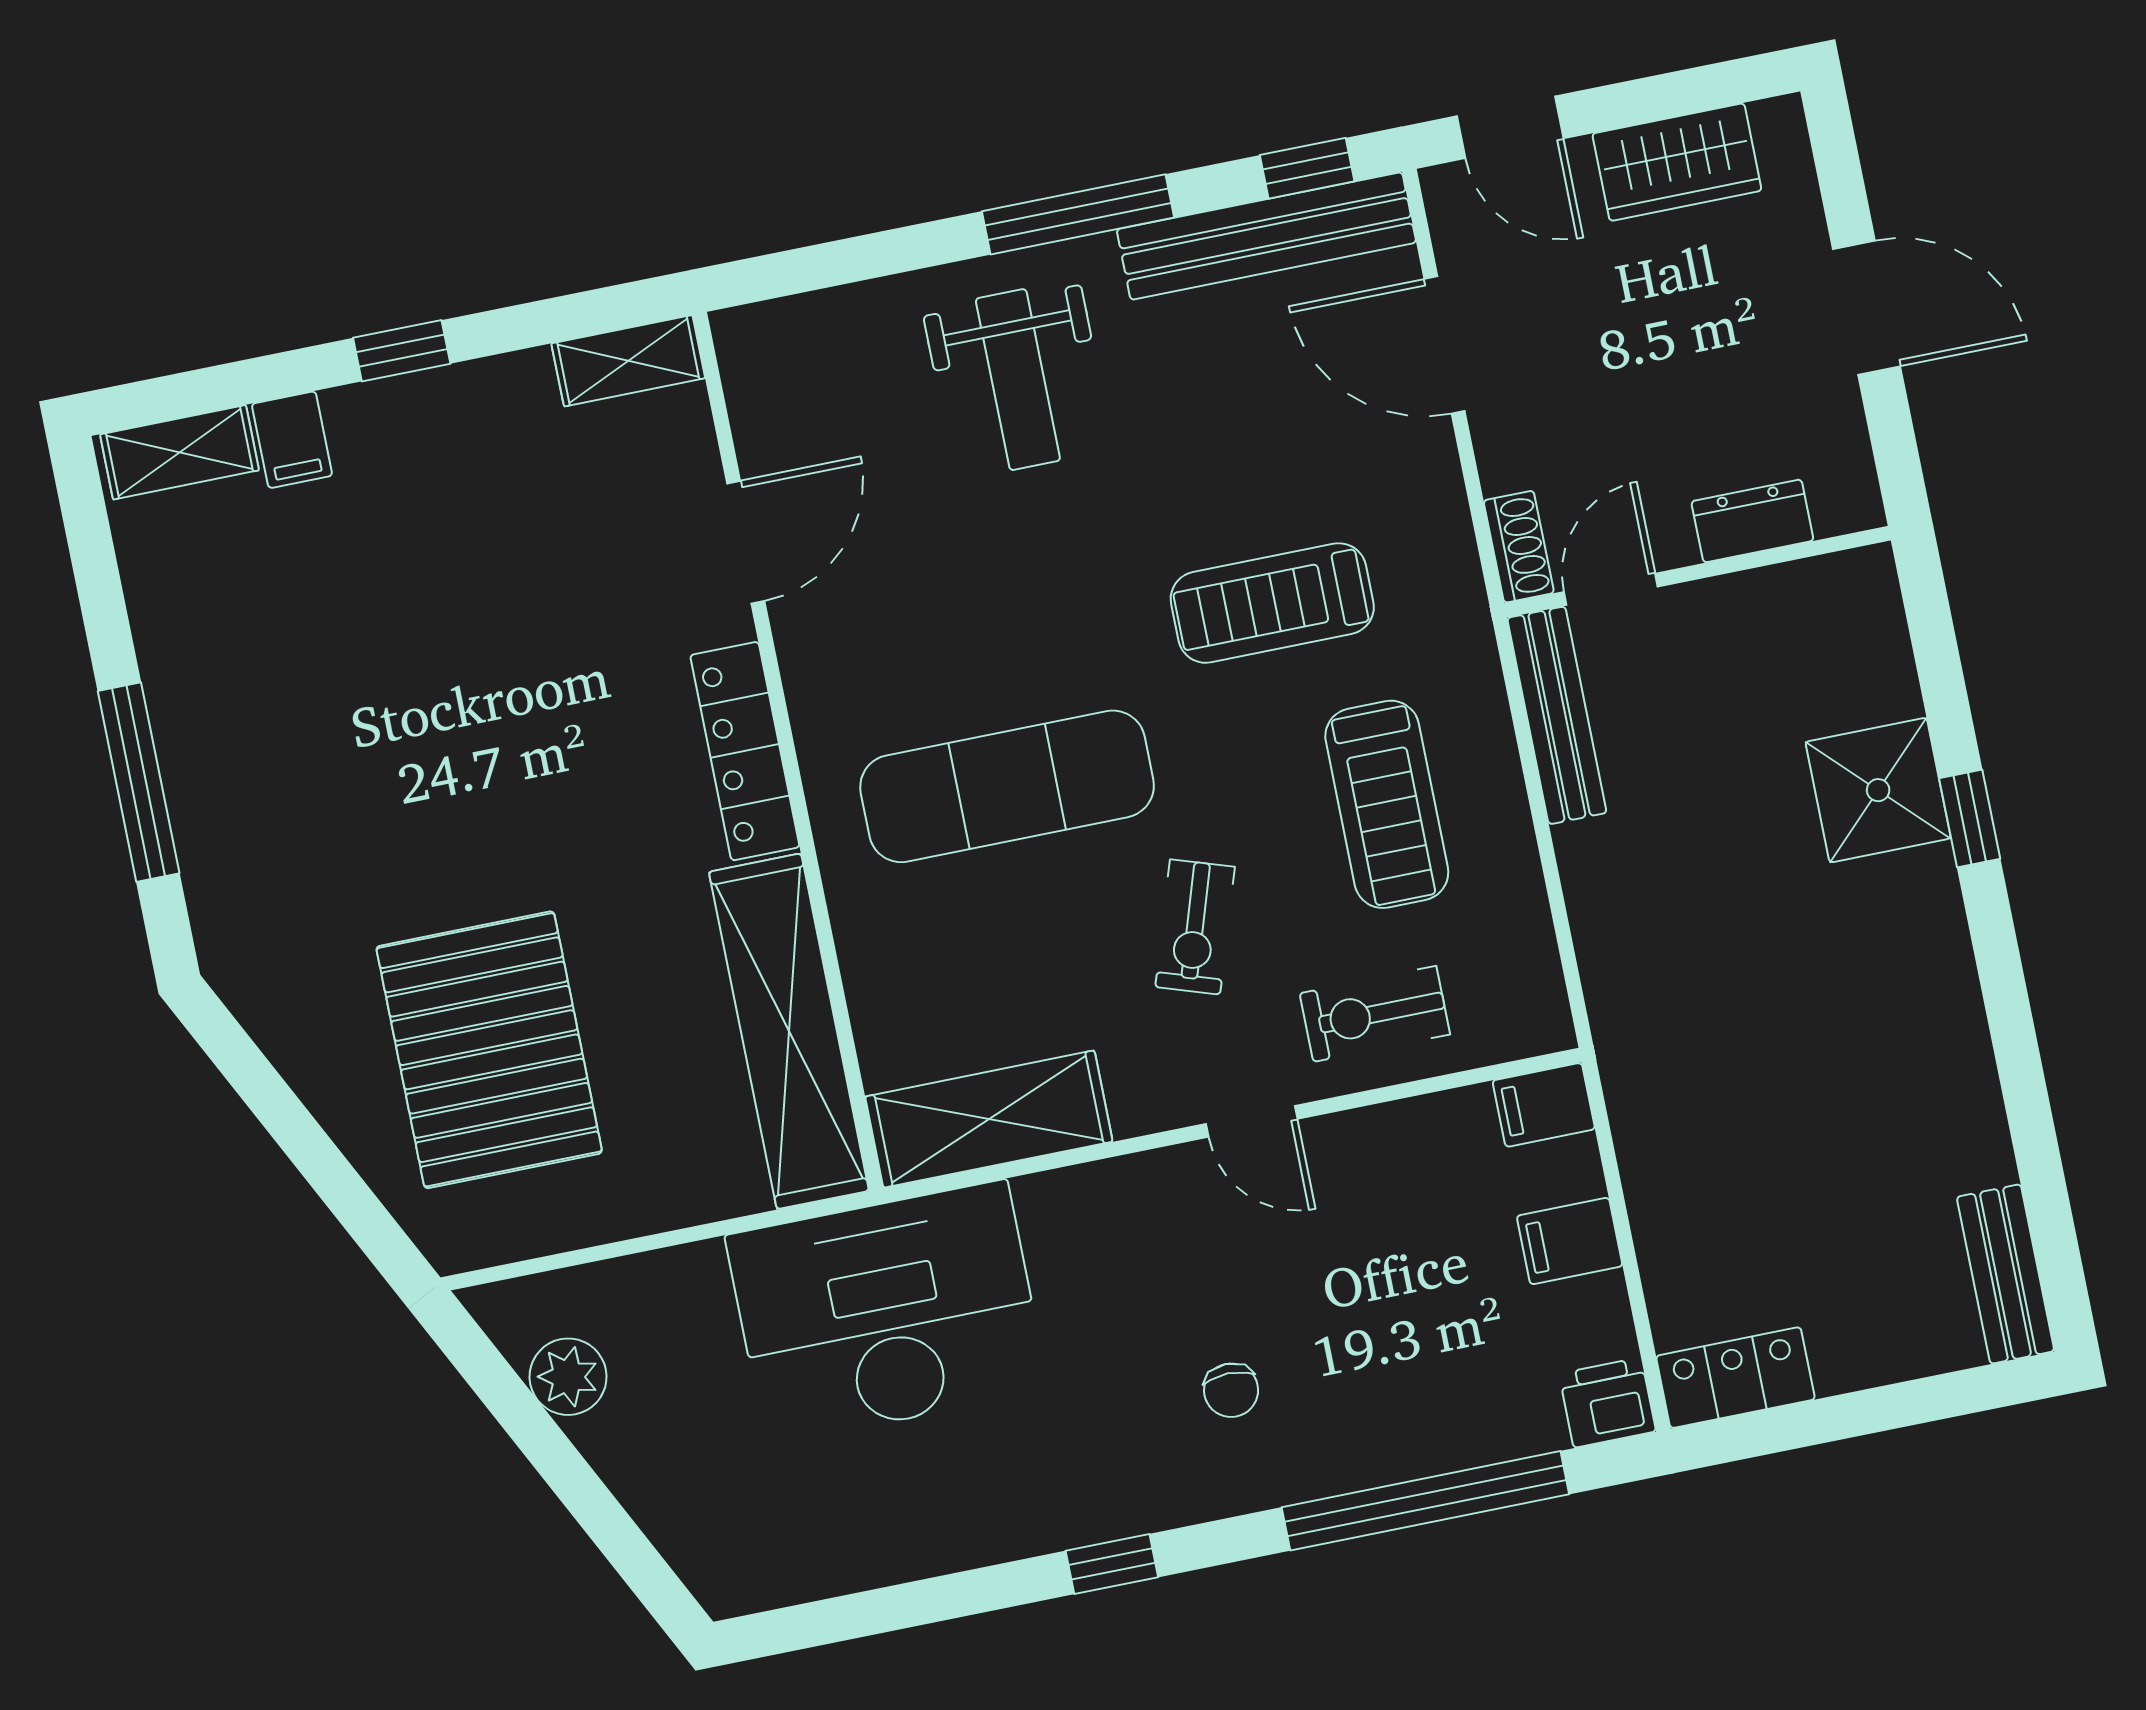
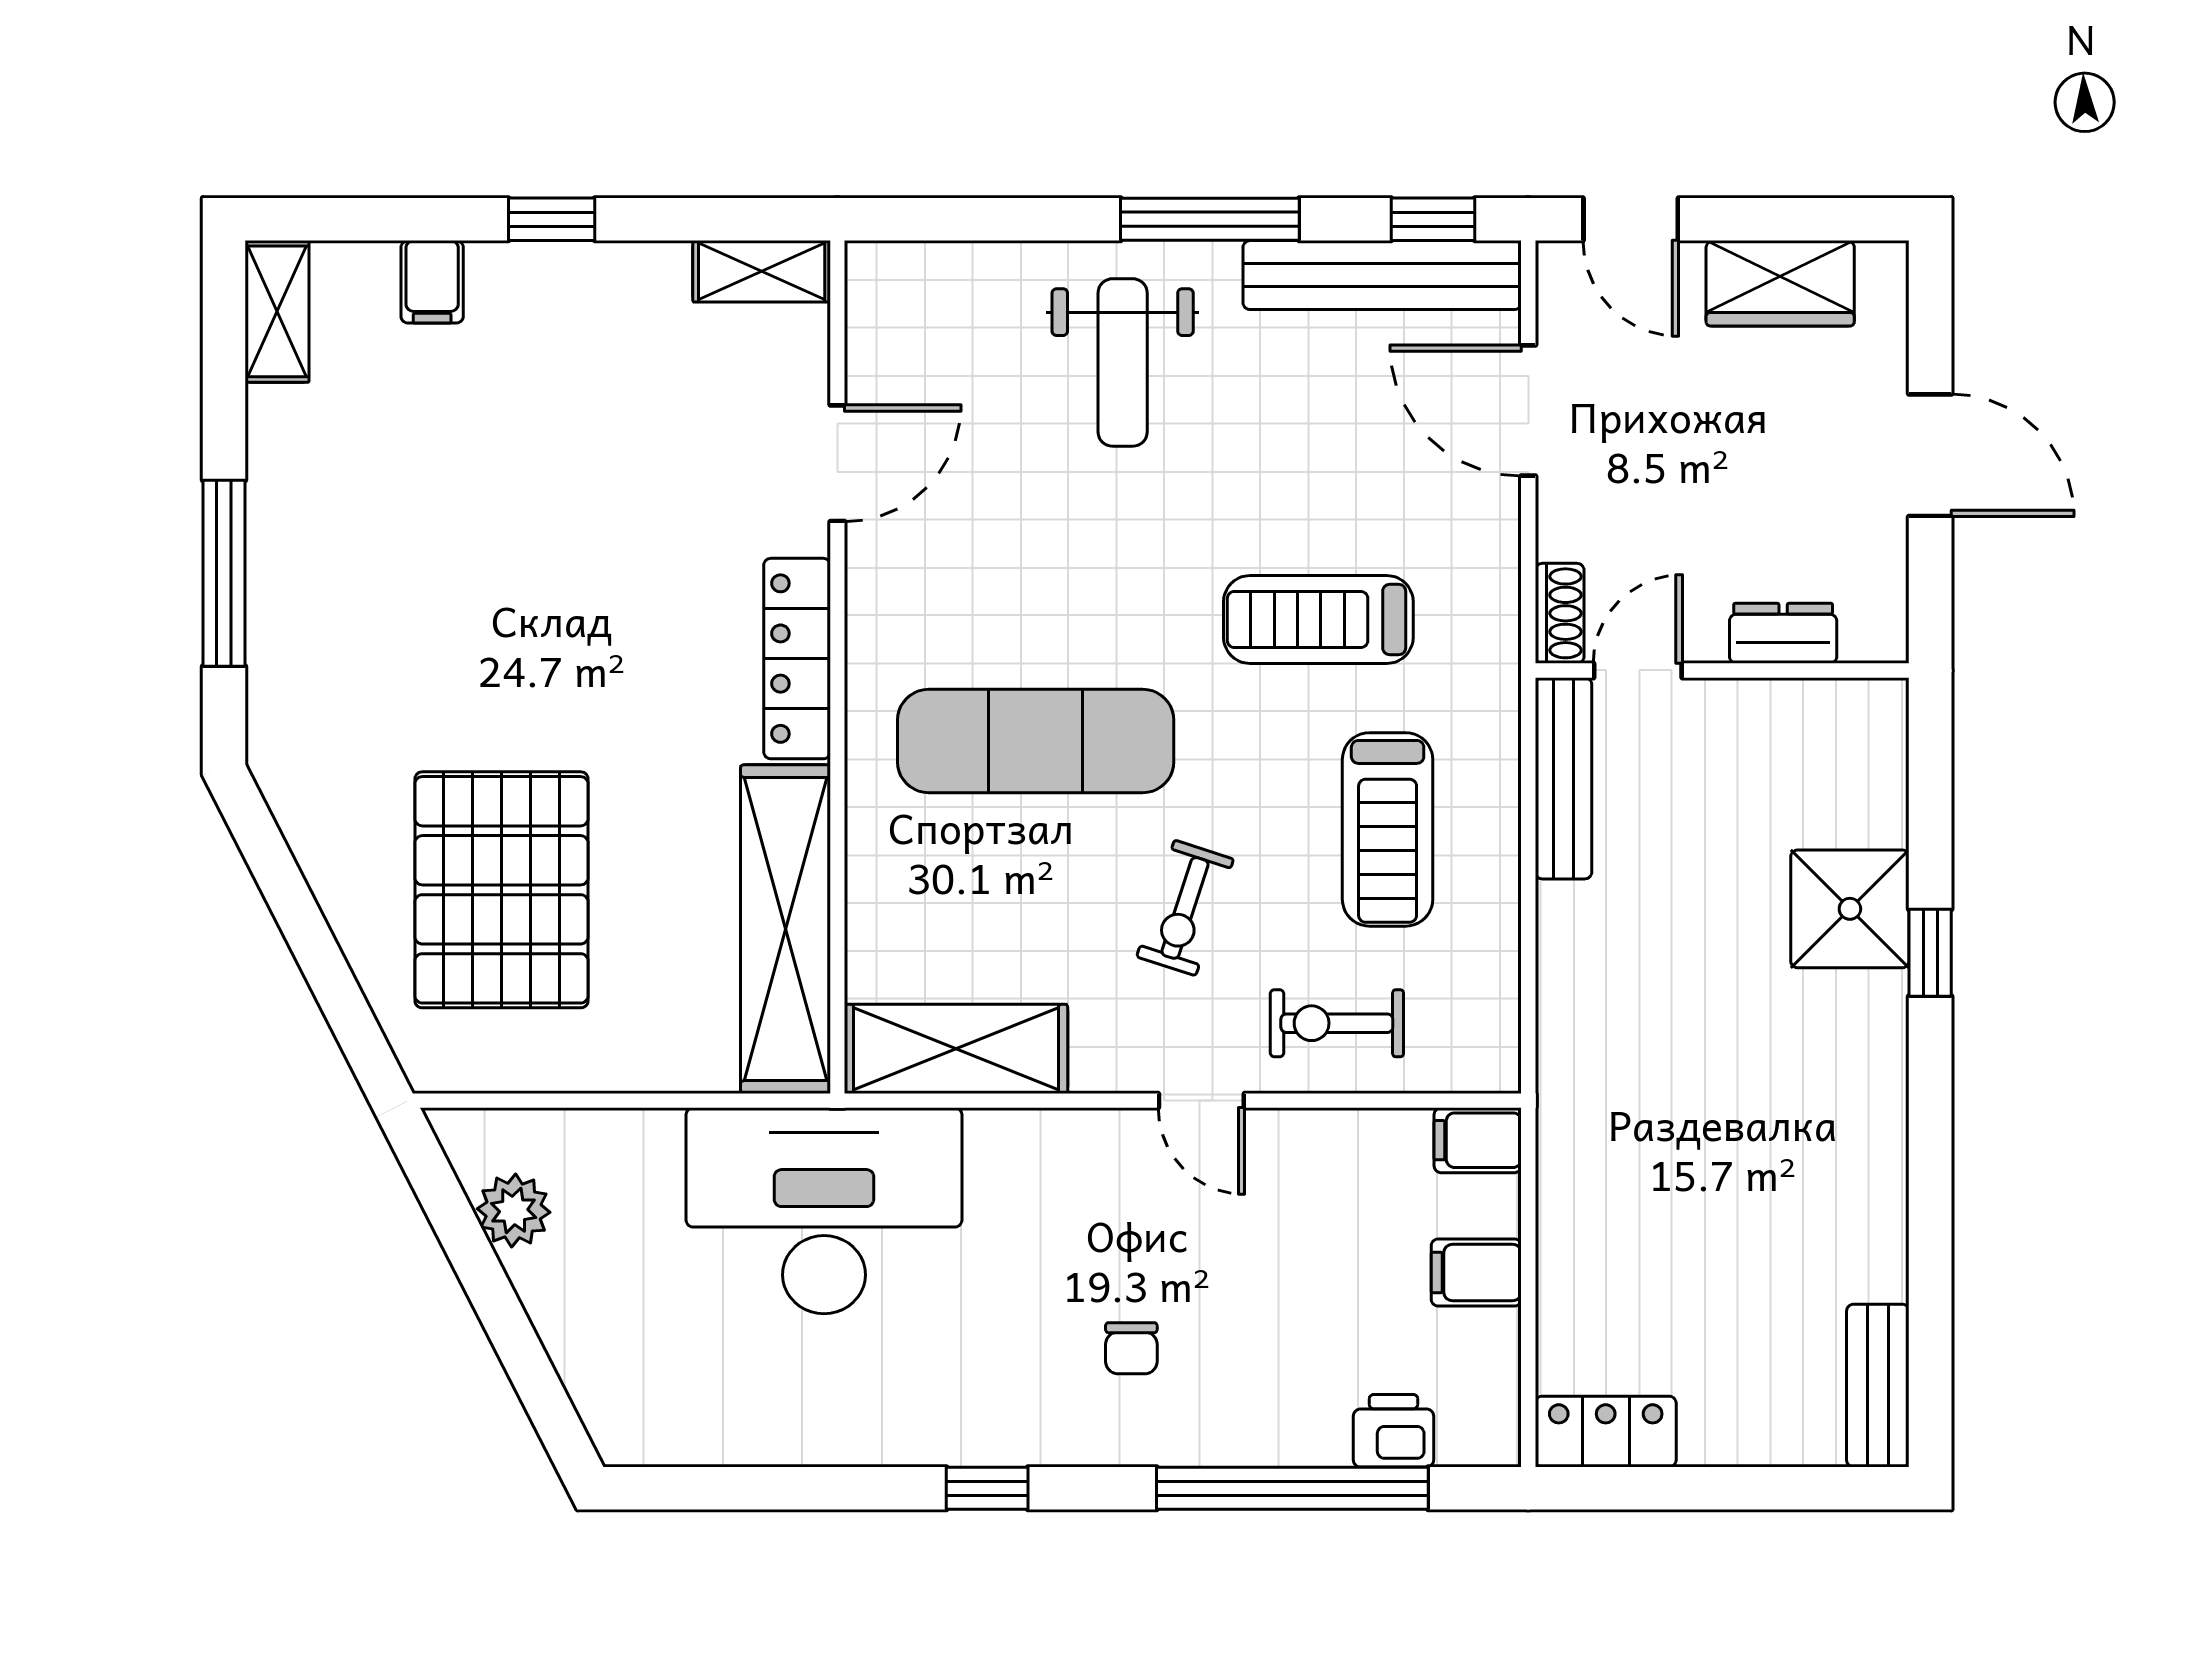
shelving: (180, 452) -> (277, 311), moved, turned 90
printer: (1607, 1403) -> (1393, 1431), moved

